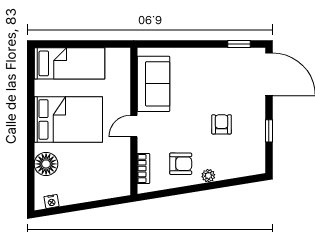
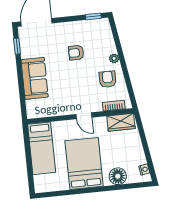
bed: (69, 63) -> (42, 148), moved, turned 180
sofa: (153, 84) -> (35, 78), moved, turned 90
window: (269, 131) -> (93, 16), moved
wardrobe: (120, 176) -> (121, 122), added

